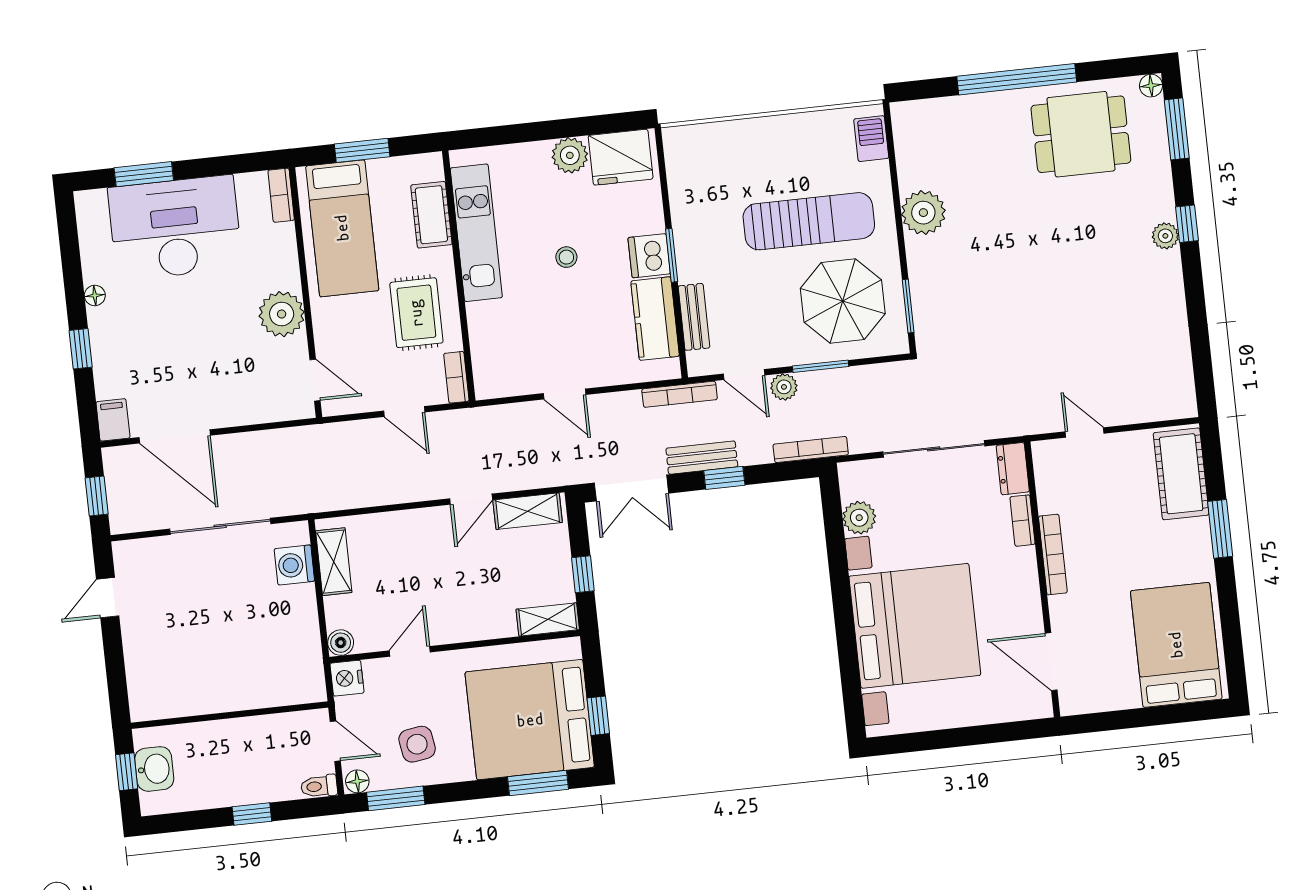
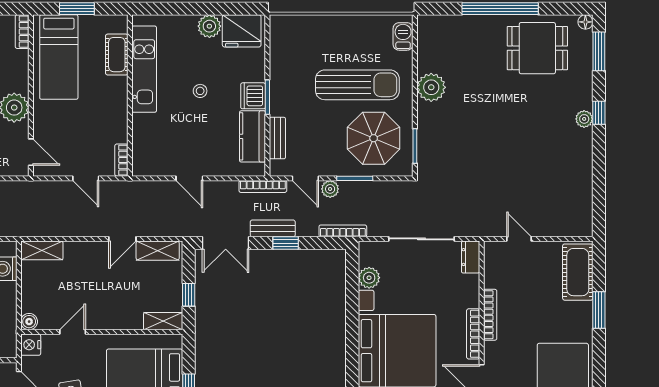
rug: (416, 313) -> (100, 116), removed
bookcase: (1022, 521) -> (473, 334), moved, width x1.56
shelving: (334, 562) -> (42, 250), moved, turned 90

